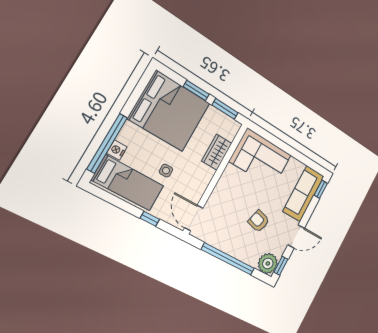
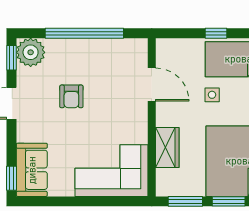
sofa: (304, 194) -> (32, 170), width x0.73
door: (194, 218) -> (152, 85), moved
window: (150, 219) -> (216, 33), moved
armchair: (259, 221) -> (71, 96), turned 75

